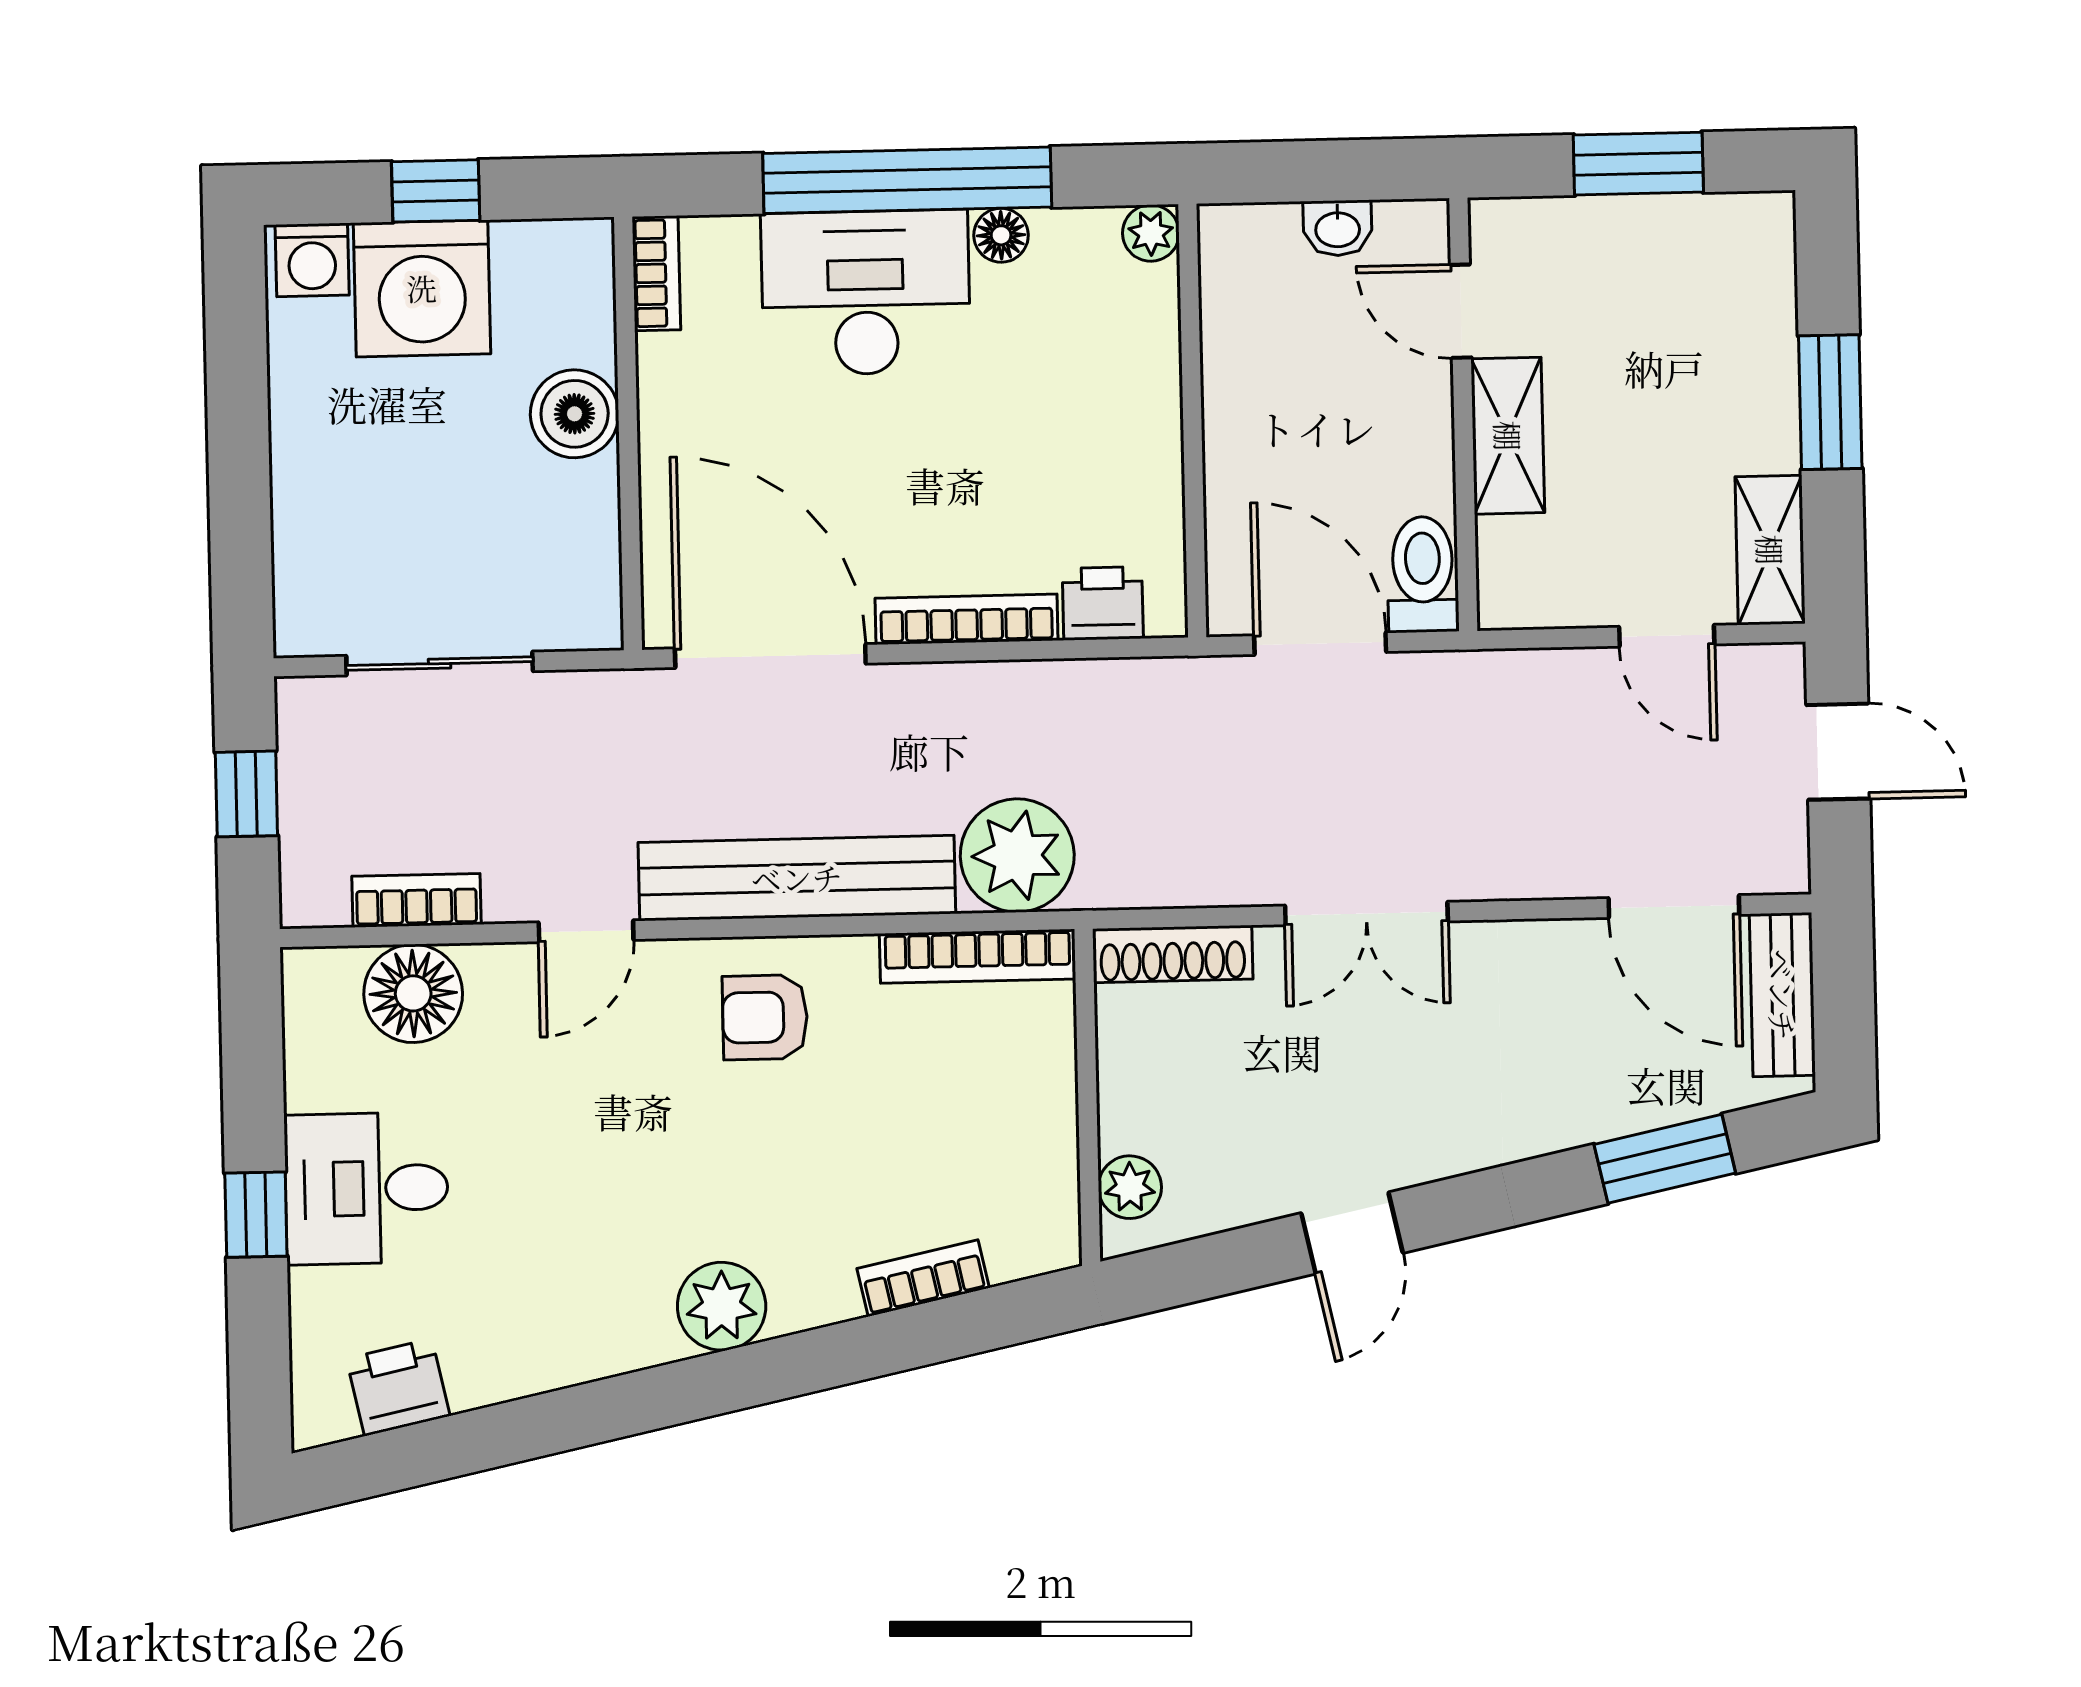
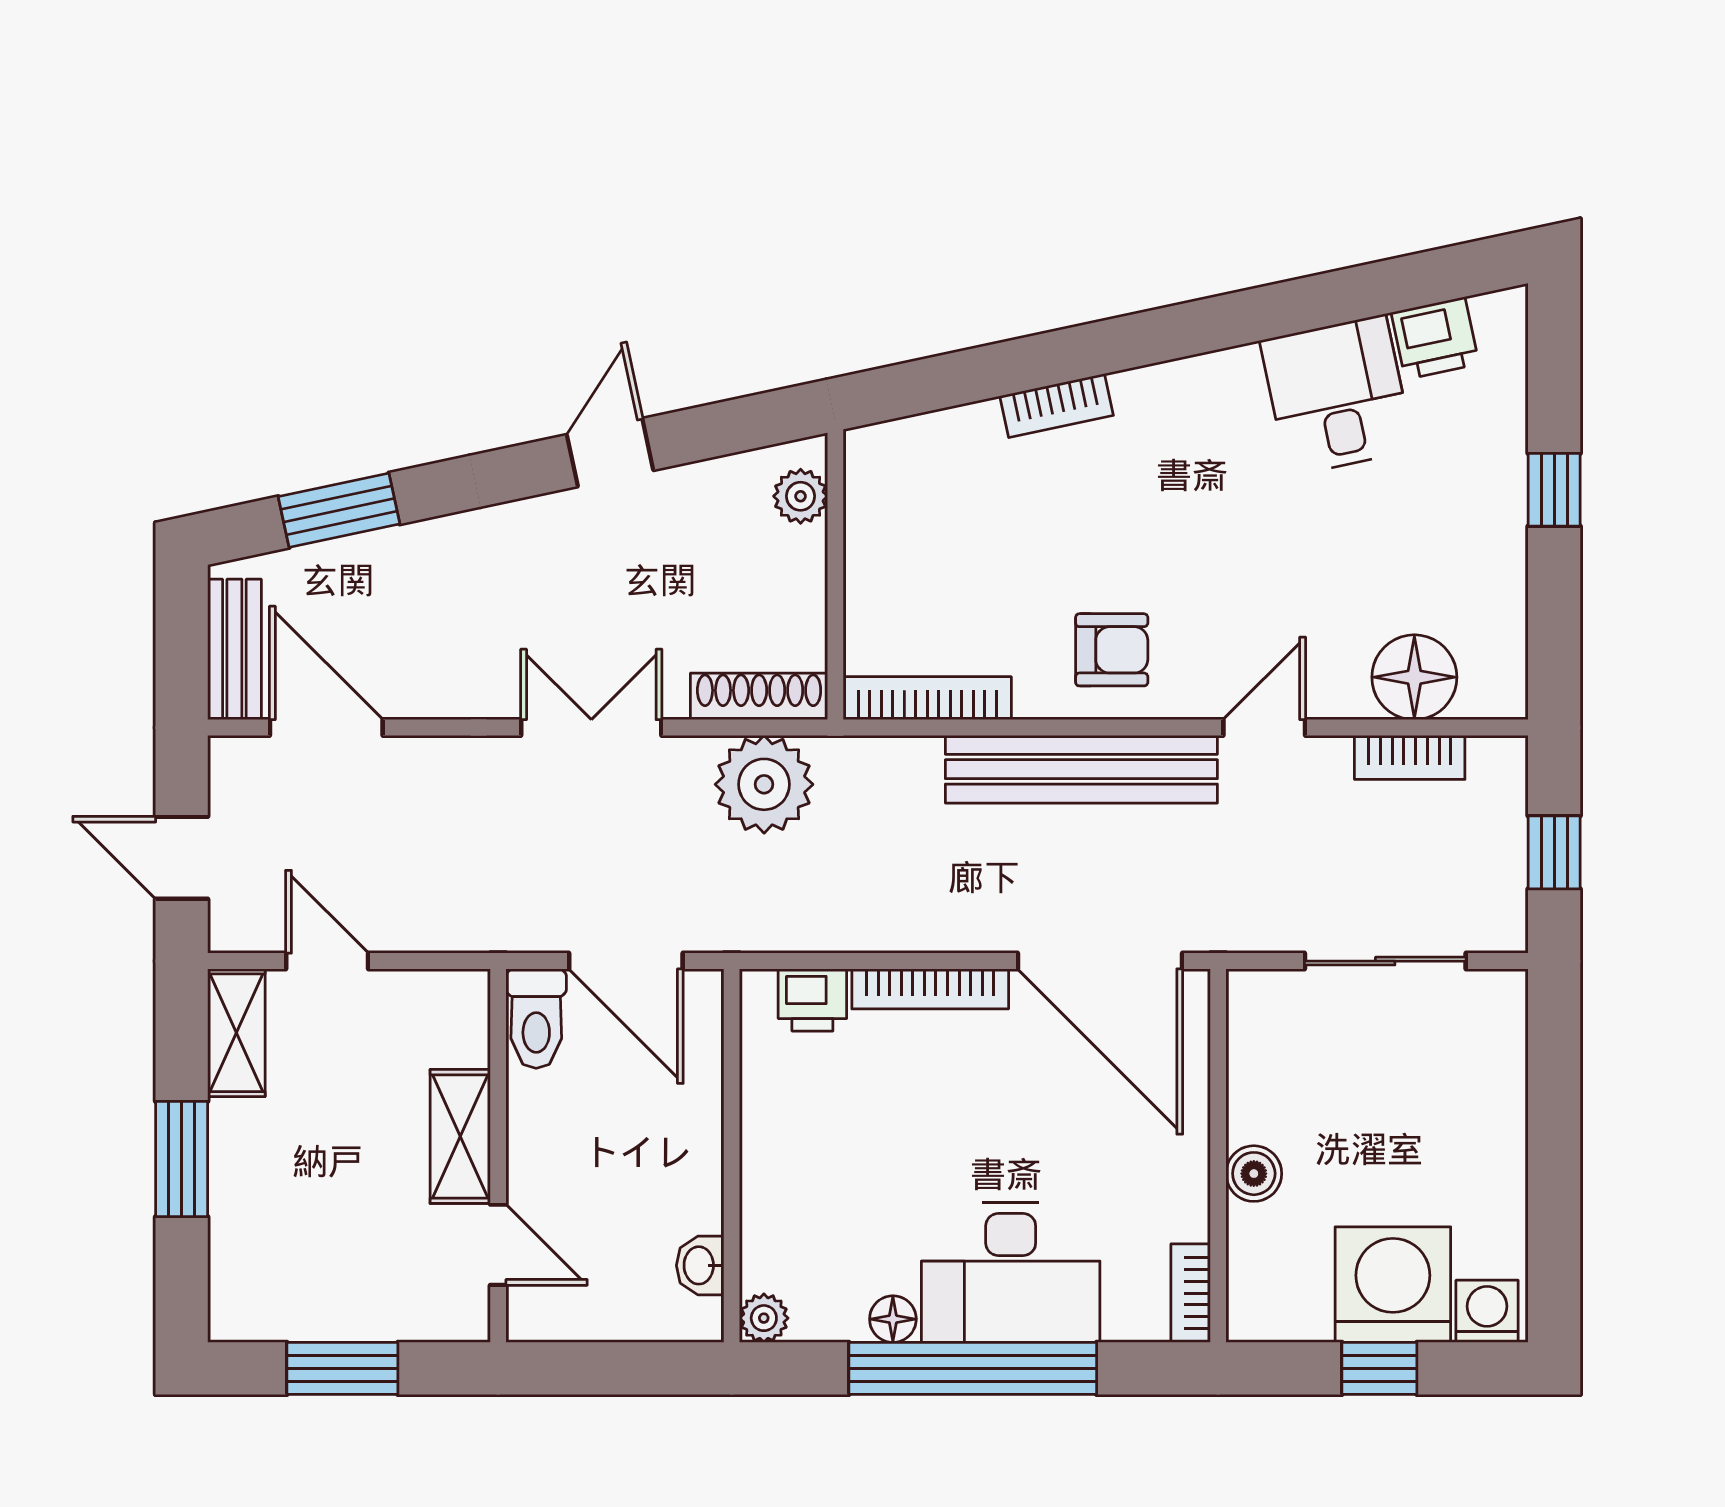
washbasin: (1338, 228) -> (700, 1265), moved, turned -90
boiler: (575, 414) -> (1254, 1174), width x0.73, depth x0.73
plant: (1017, 855) -> (764, 784), moved
desk: (366, 1188) -> (1337, 395), moved, turned -102
bookcase: (923, 1278) -> (1057, 406), moved
plant: (722, 1306) -> (1155, 402), removed

